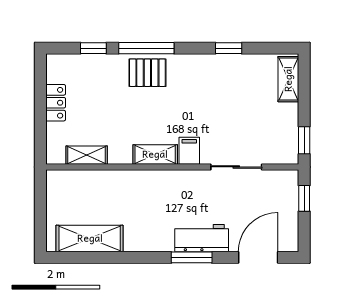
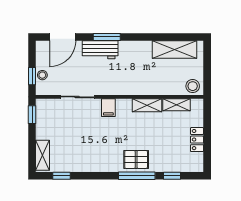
window: (229, 48) -> (62, 176), moved
shelving: (155, 154) -> (147, 105), moved
stool: (62, 183) -> (193, 86), added
stool: (289, 200) -> (42, 75), added

